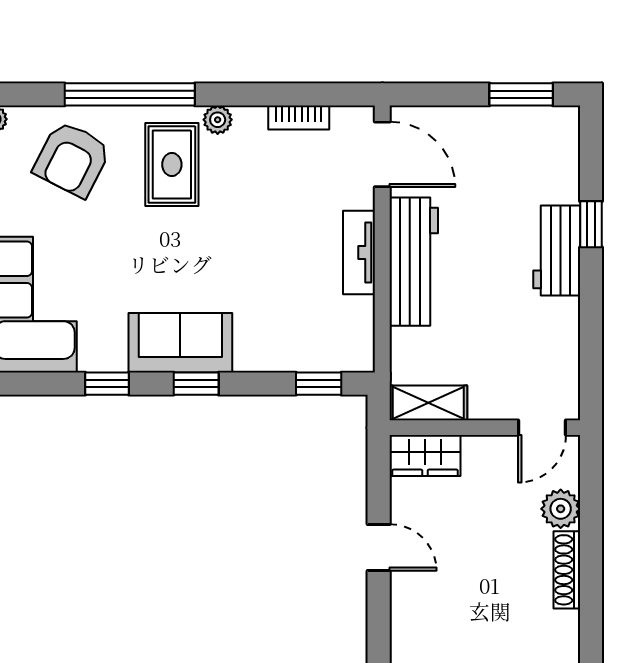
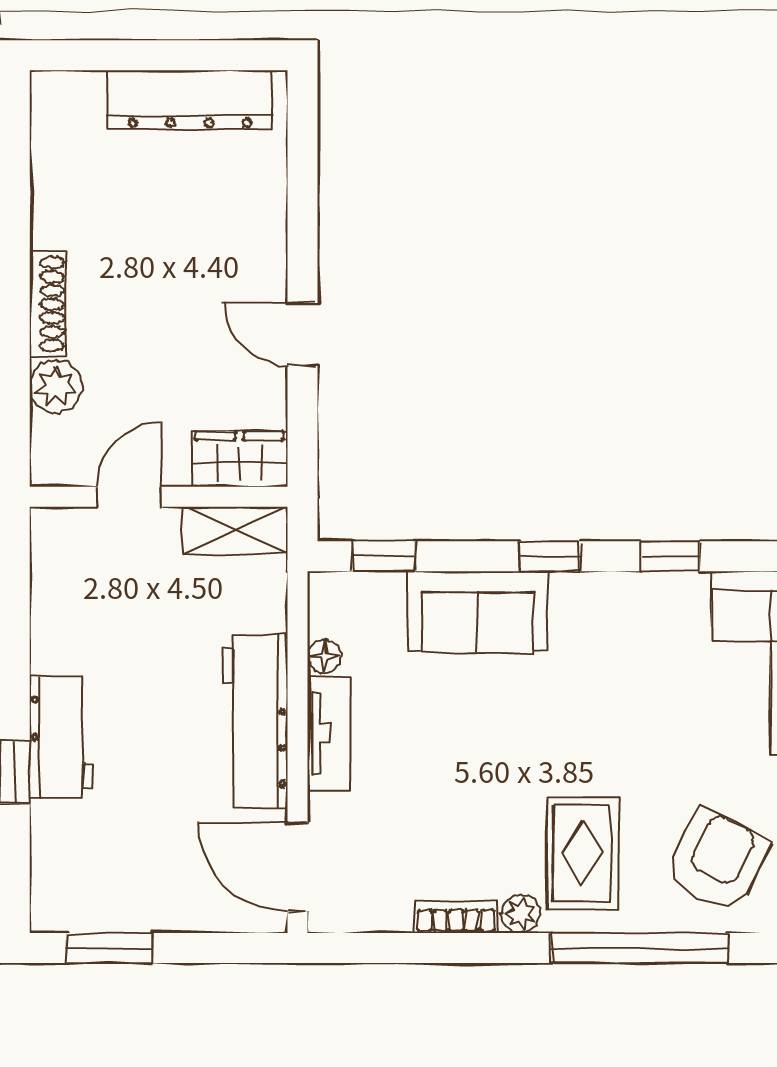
bookcase: (299, 118) -> (456, 917), moved
floor lamp: (363, 310) -> (324, 656), added
sofa: (180, 343) -> (477, 612), moved
door: (542, 428) -> (129, 497), moved

